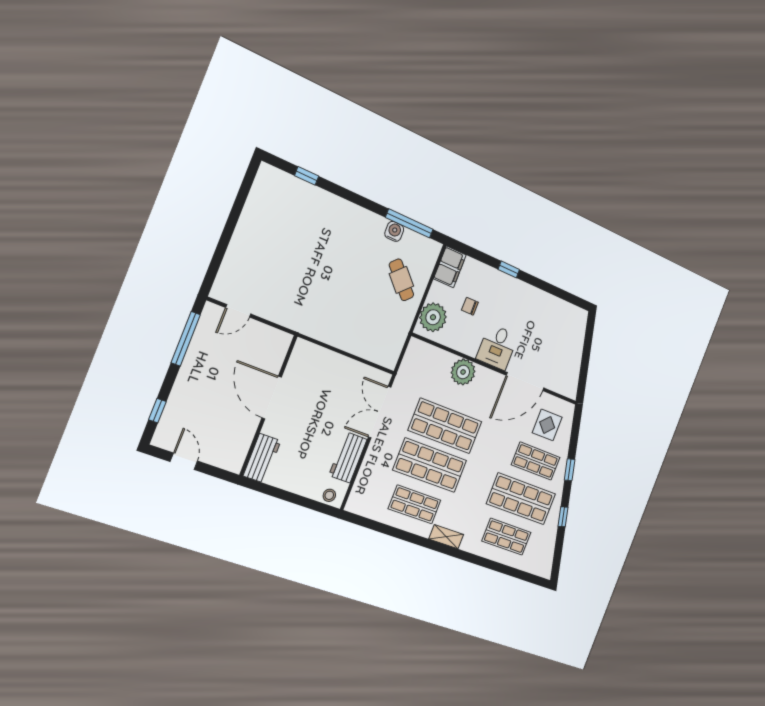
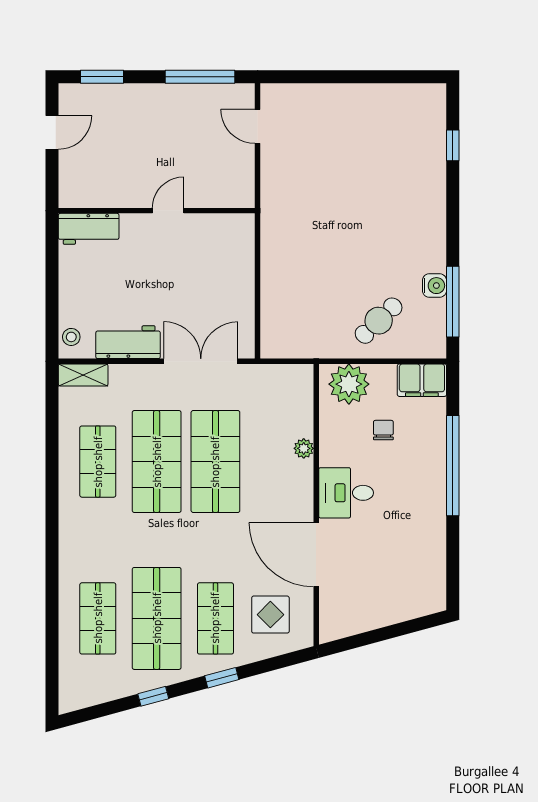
window: (509, 269) -> (453, 466), width x3.17
plant: (463, 372) -> (304, 448), width x0.53, depth x0.53
door: (272, 398) -> (168, 211), width x0.53
window: (157, 411) -> (102, 77), width x1.50
shelving: (446, 537) -> (83, 375), moved, turned 90

